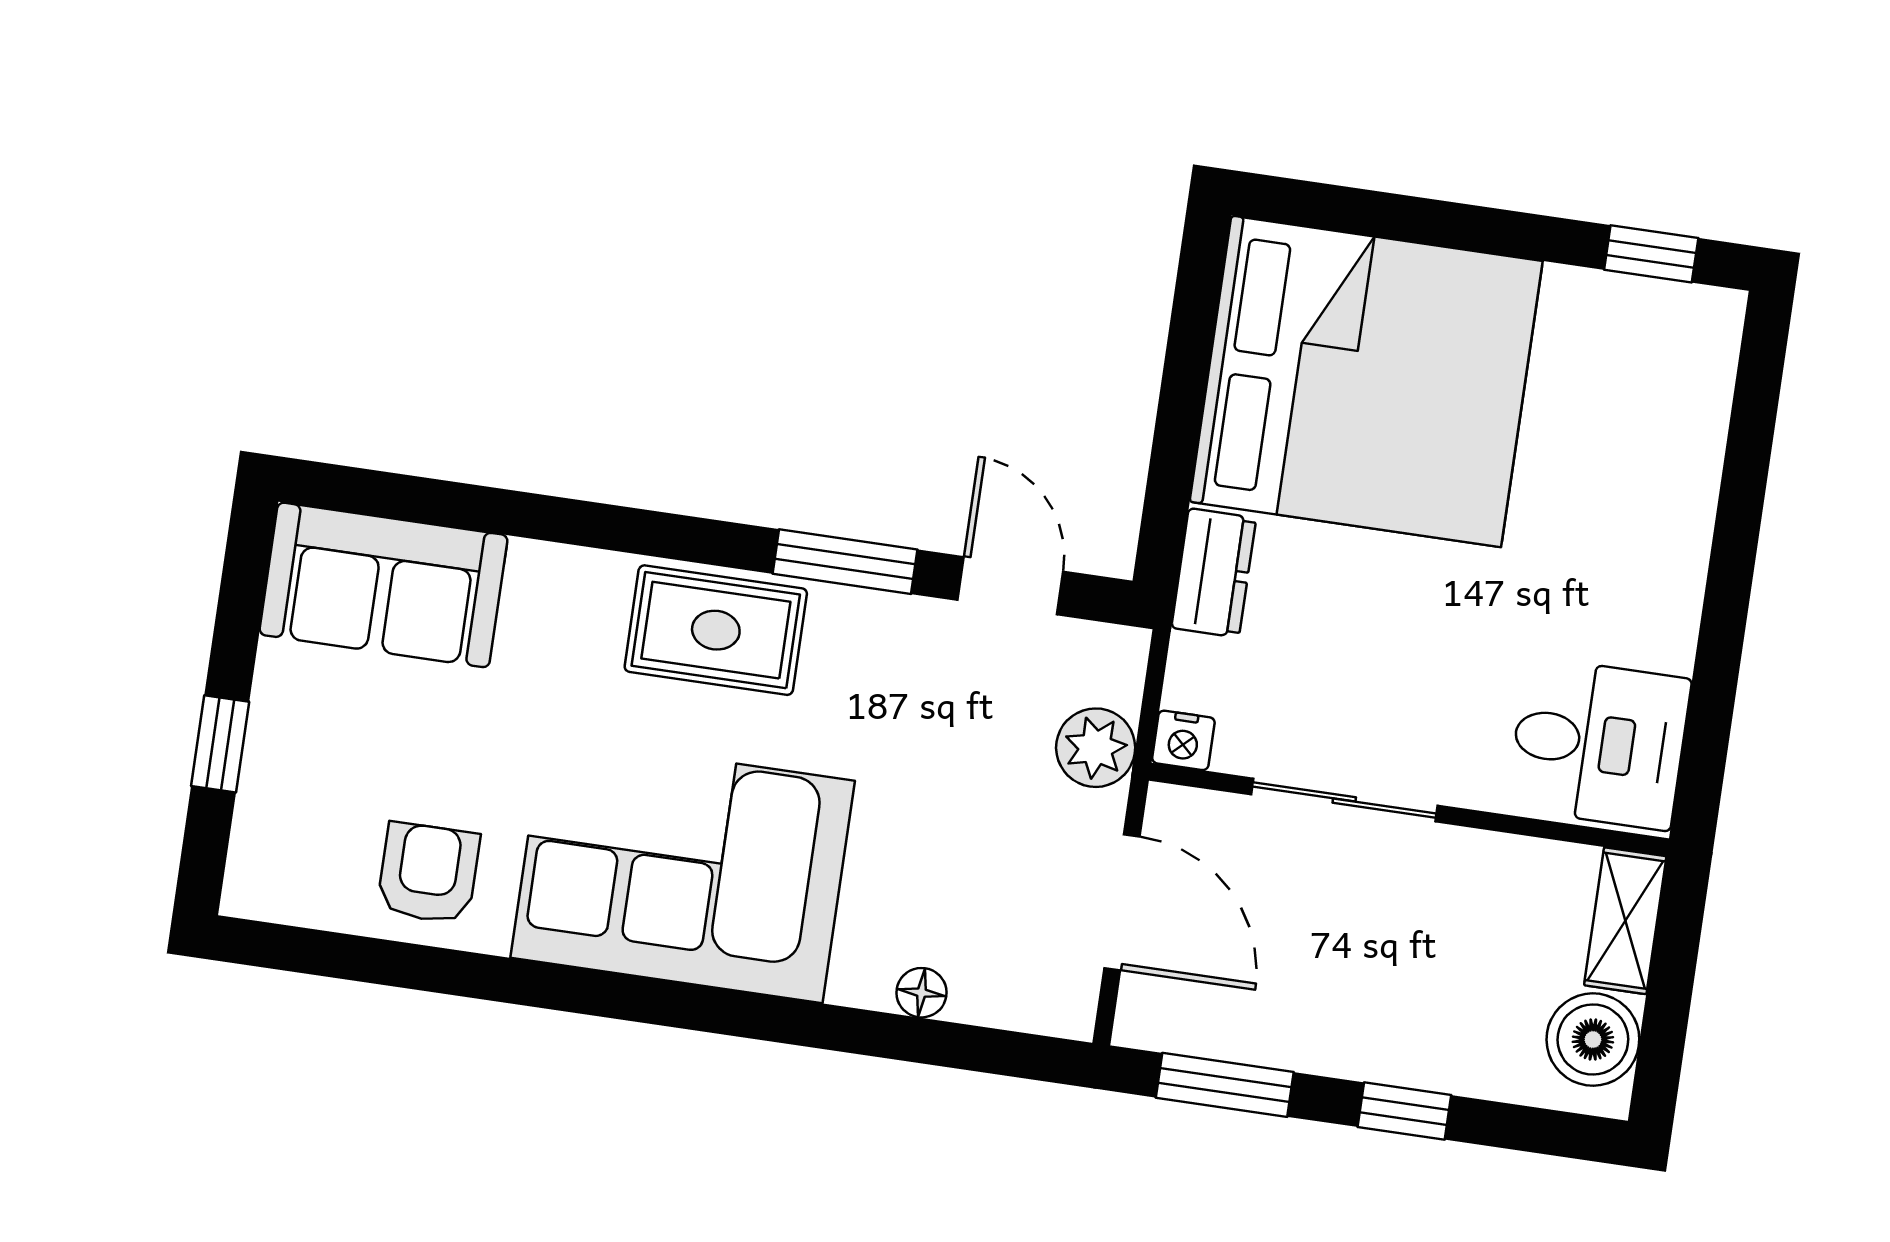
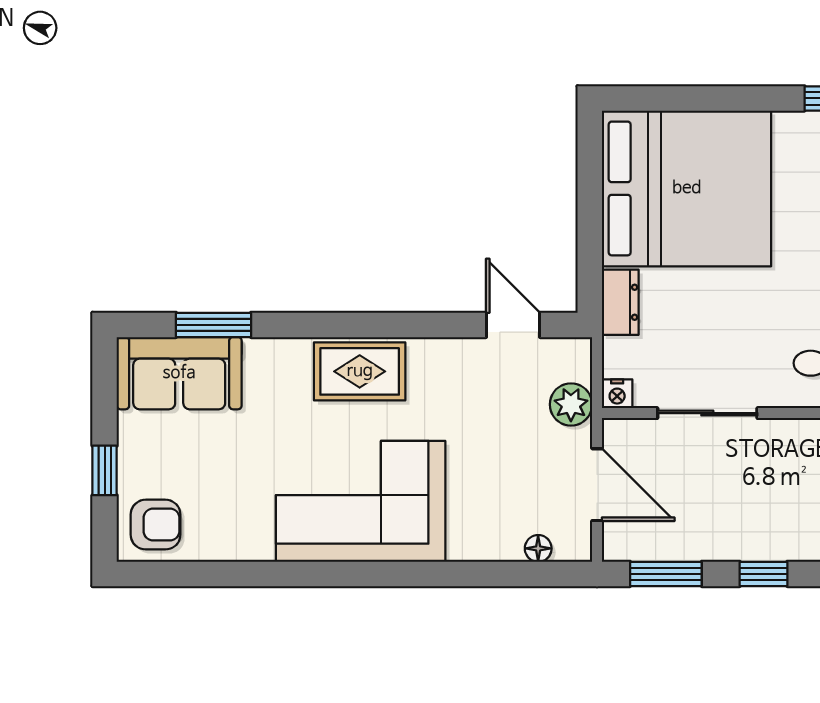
window: (845, 562) -> (214, 325), moved
armchair: (428, 873) -> (156, 525), moved, turned 90
floor lamp: (921, 993) -> (538, 548), moved

